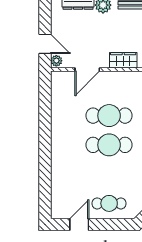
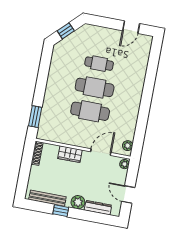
door: (45, 44) -> (128, 194), moved
plant: (57, 83) -> (128, 146), added
cafe table: (109, 203) -> (99, 64), moved

